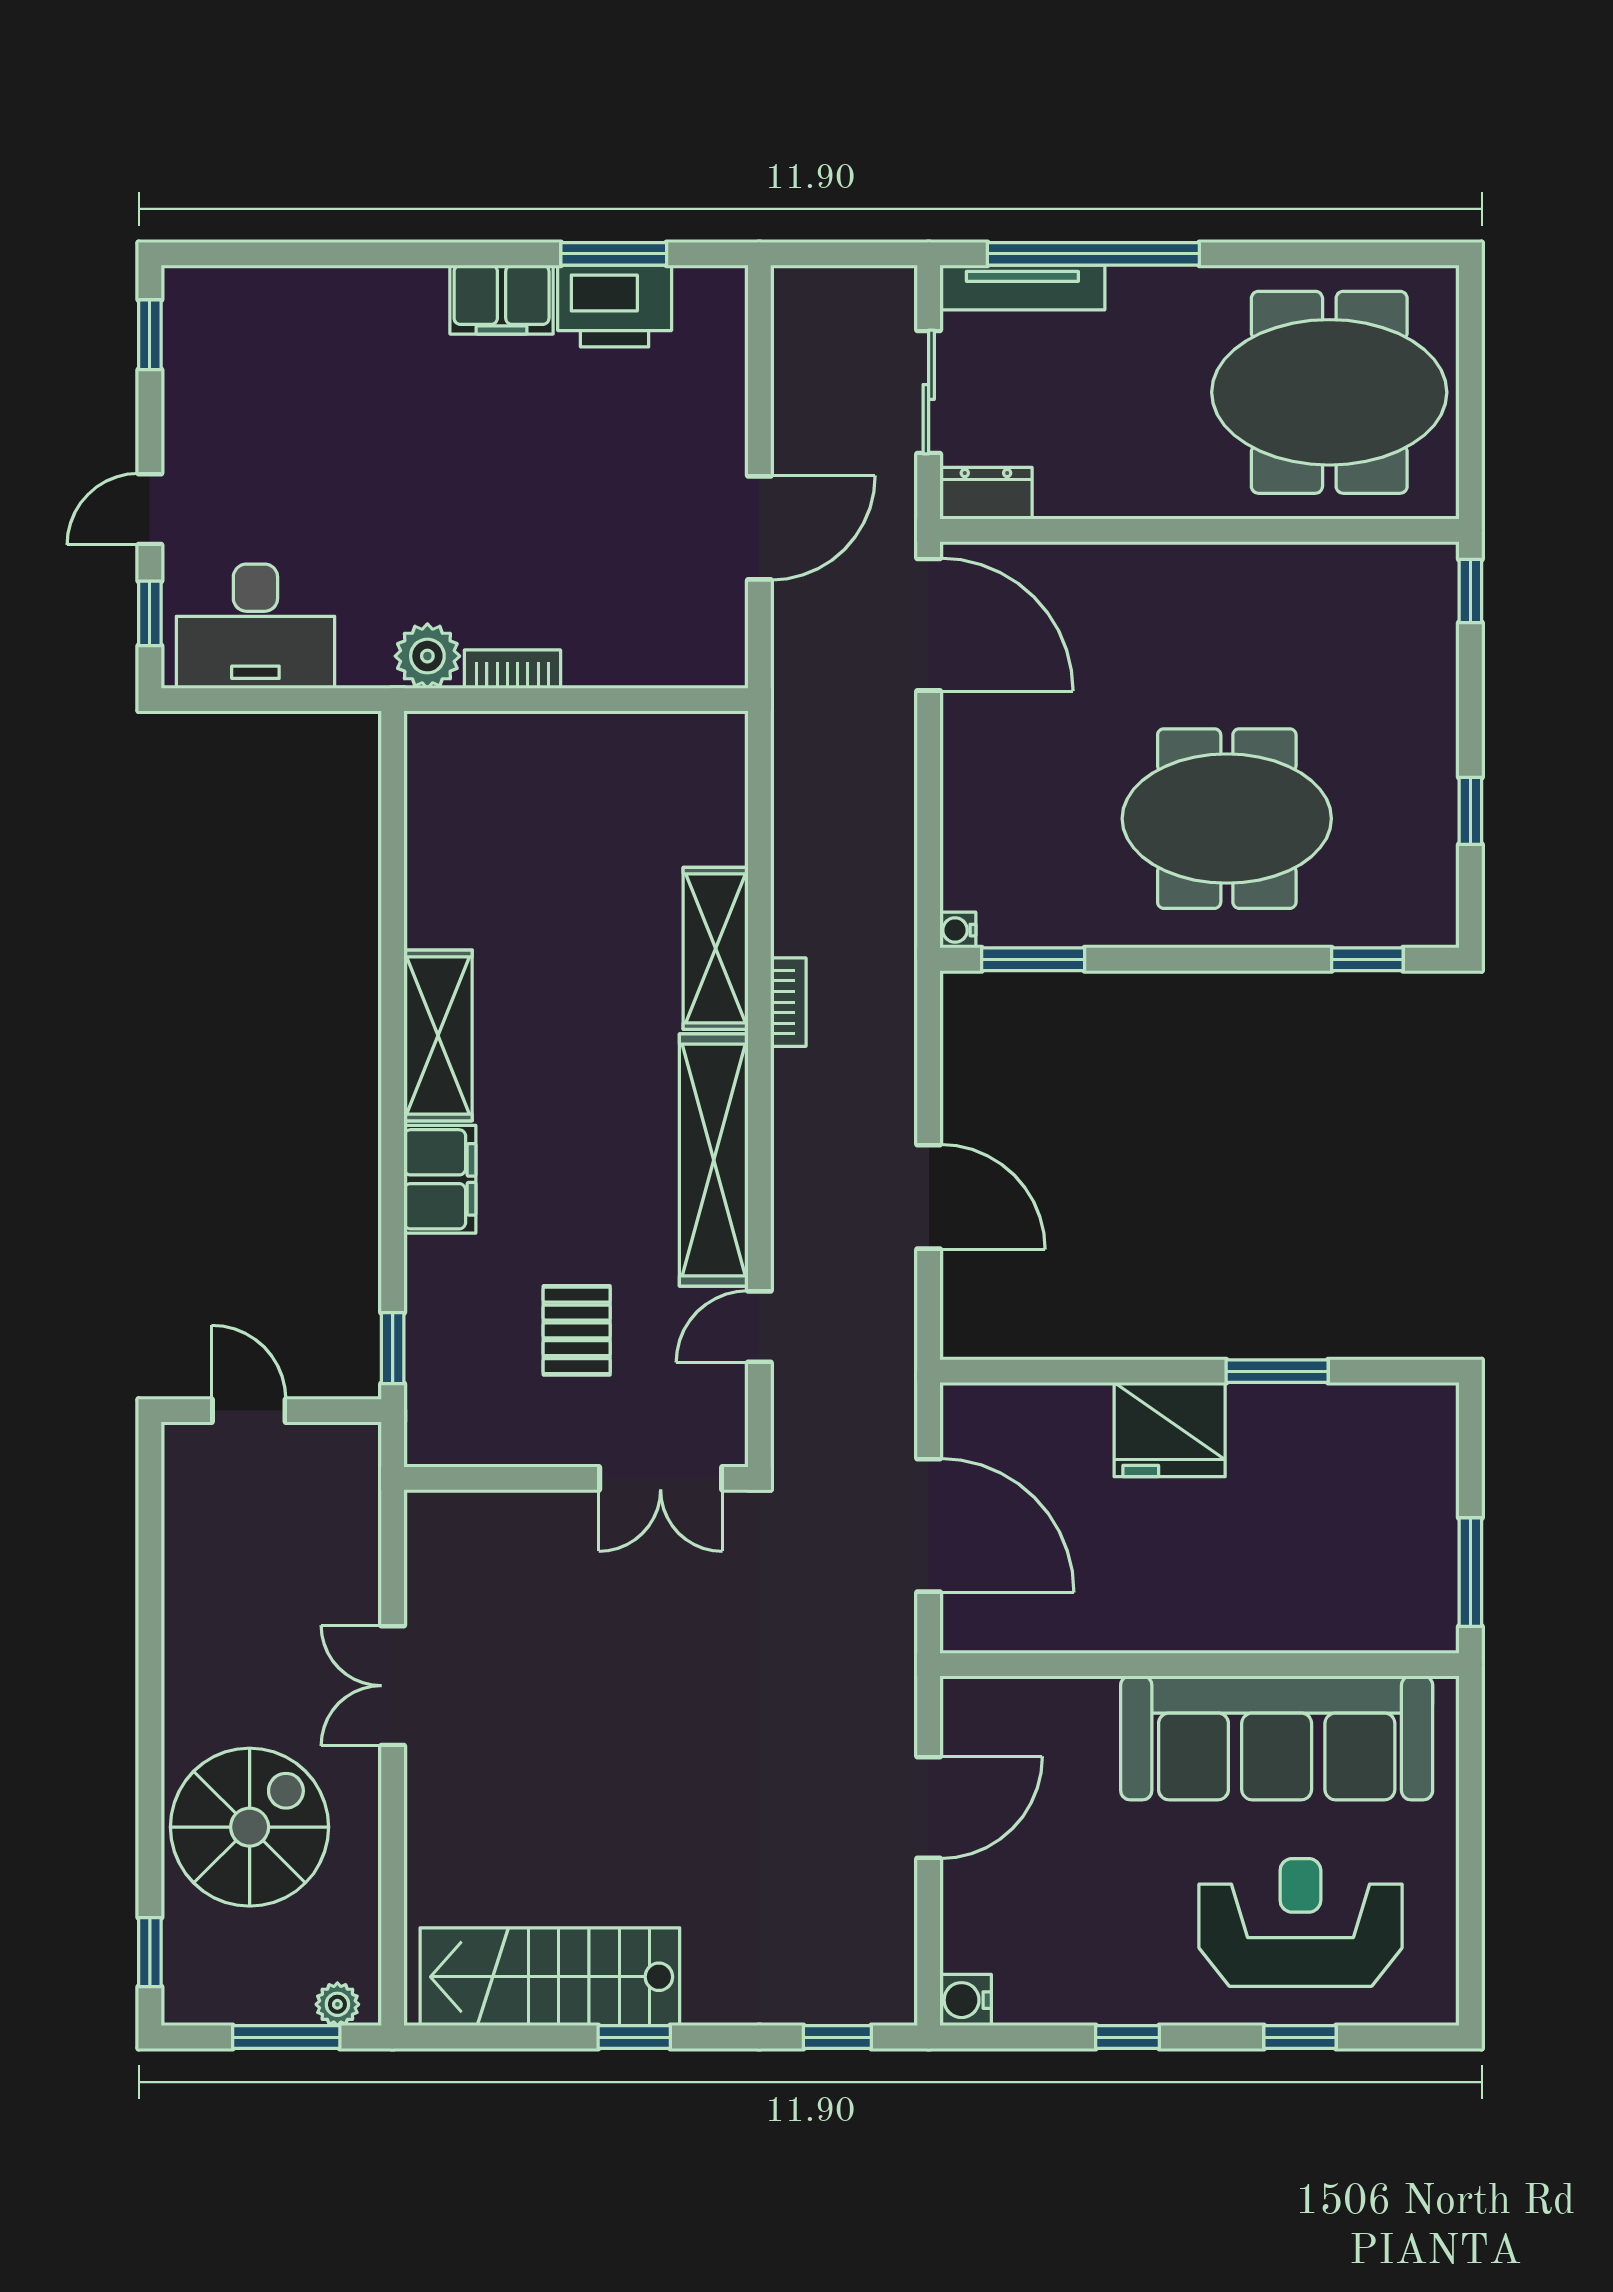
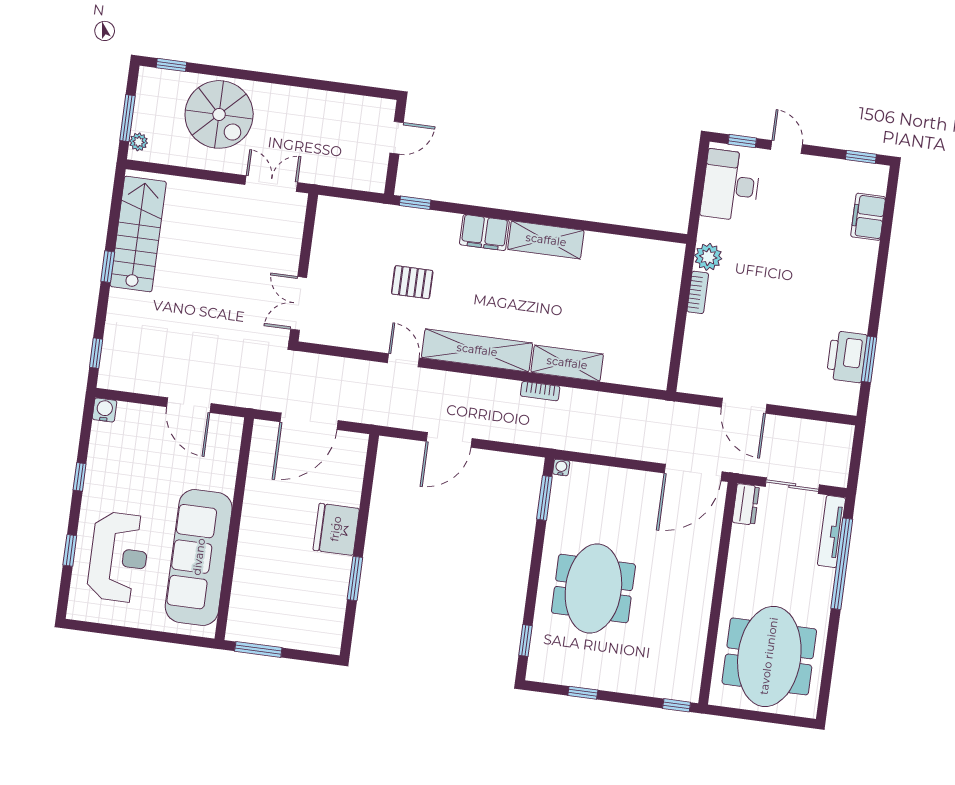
filing cabinet: (502, 300) -> (868, 217), moved
wall: (576, 1478) -> (303, 267), moved
double door: (661, 1478) -> (299, 303), moved

